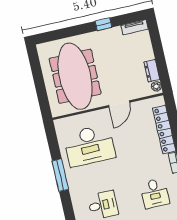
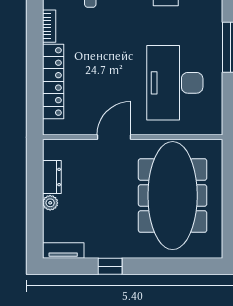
plant: (156, 86) -> (50, 203), moved
desk: (89, 146) -> (175, 83), turned -90

